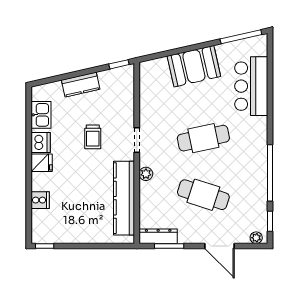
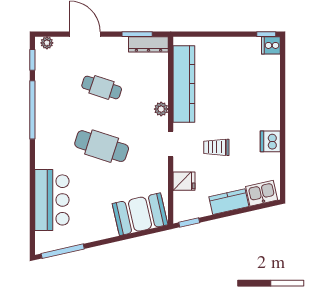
booth: (194, 66) -> (140, 214), moved
kitchen sink: (41, 115) -> (262, 193), moved, turned 77
trolley: (93, 137) -> (216, 147), turned -90
cafe table: (203, 138) -> (102, 146), turned 30
fridge: (42, 163) -> (184, 181), moved, turned 180
cafe table: (203, 195) -> (102, 87), width x0.73, depth x0.74
cooker: (40, 200) -> (271, 45), moved

